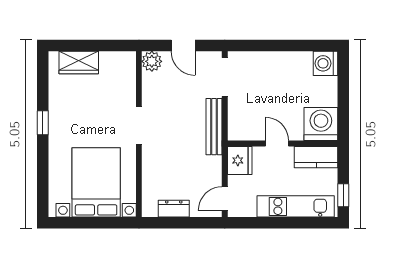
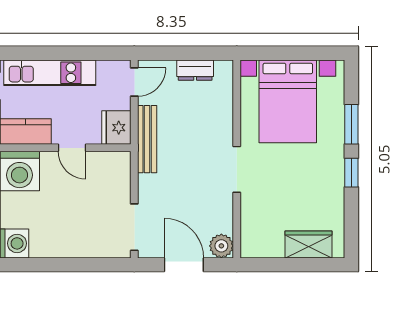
door: (183, 46) -> (184, 265), width x1.38
bench: (214, 127) -> (147, 139), moved
window: (43, 163) -> (351, 124), added

